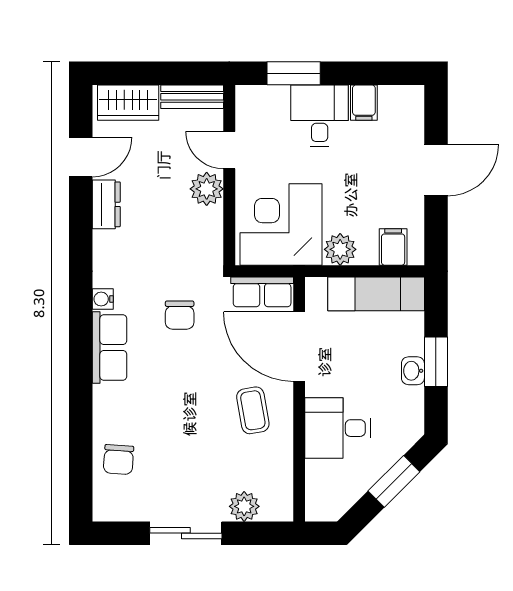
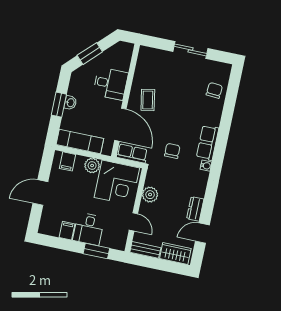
plant: (207, 189) -> (150, 195), moved
plant: (244, 506) -> (161, 57), removed

